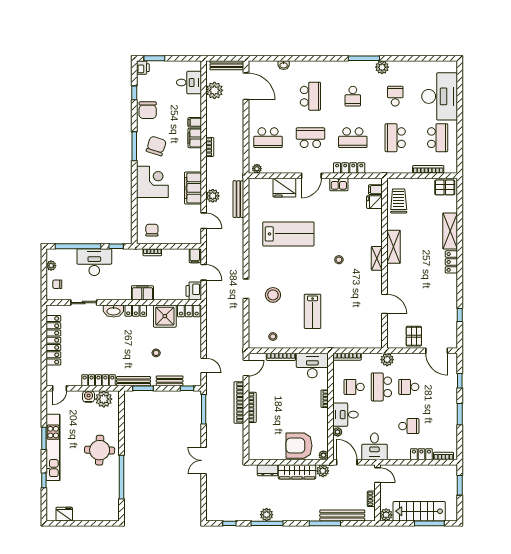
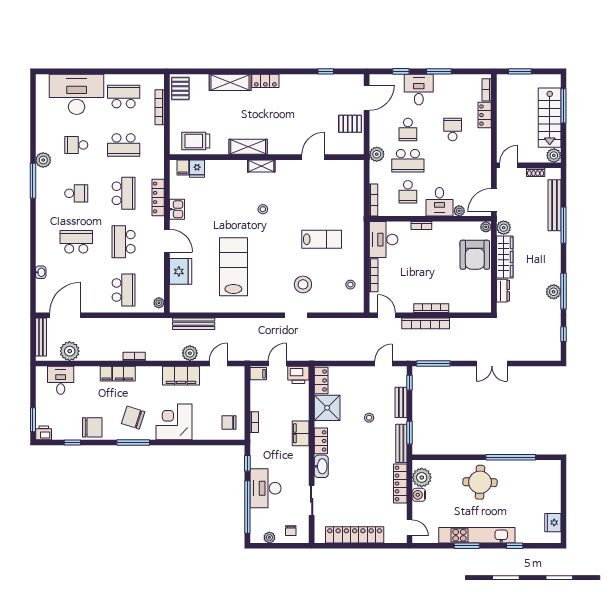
desk: (374, 446) -> (419, 90), moved, turned -90

